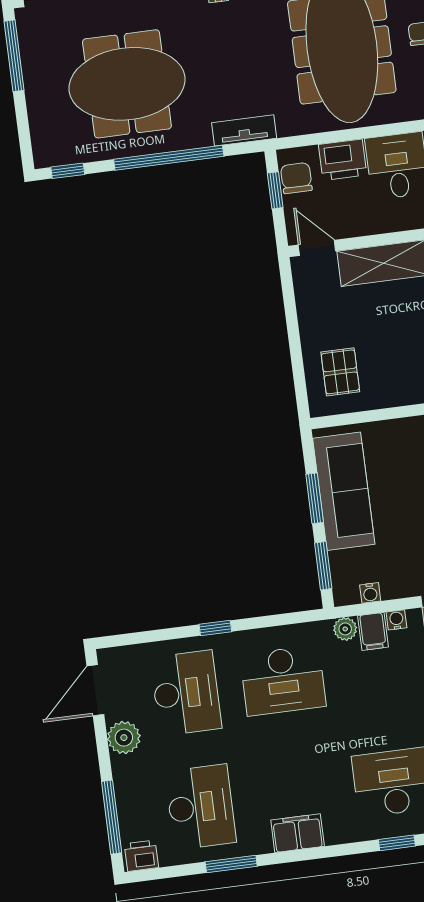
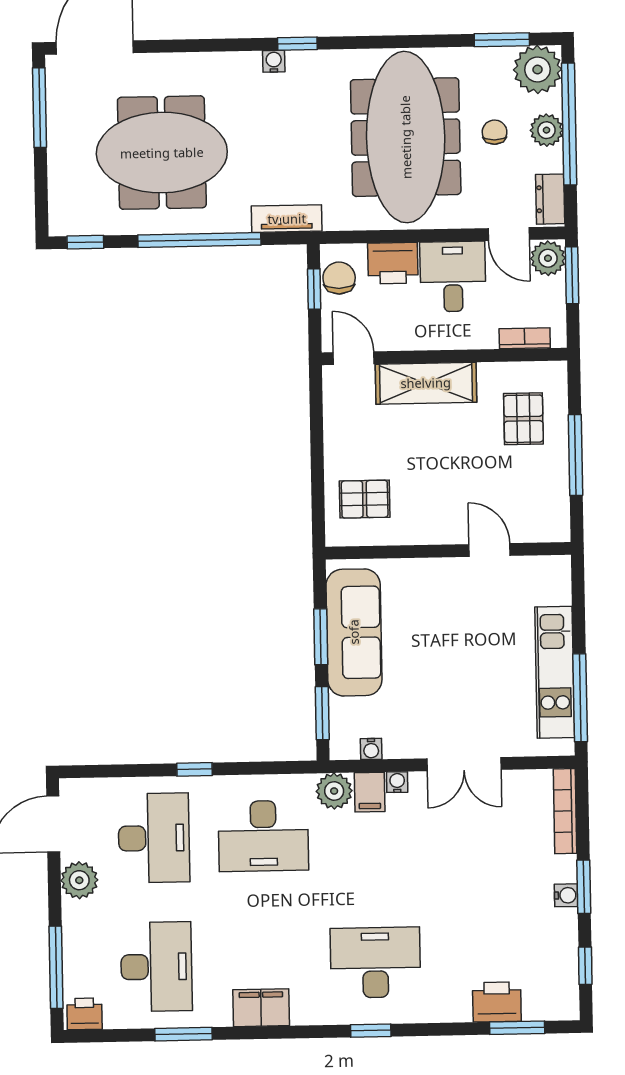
pallet: (340, 372) -> (365, 499), turned 90
plant: (345, 629) -> (334, 791), width x1.38, depth x1.38

